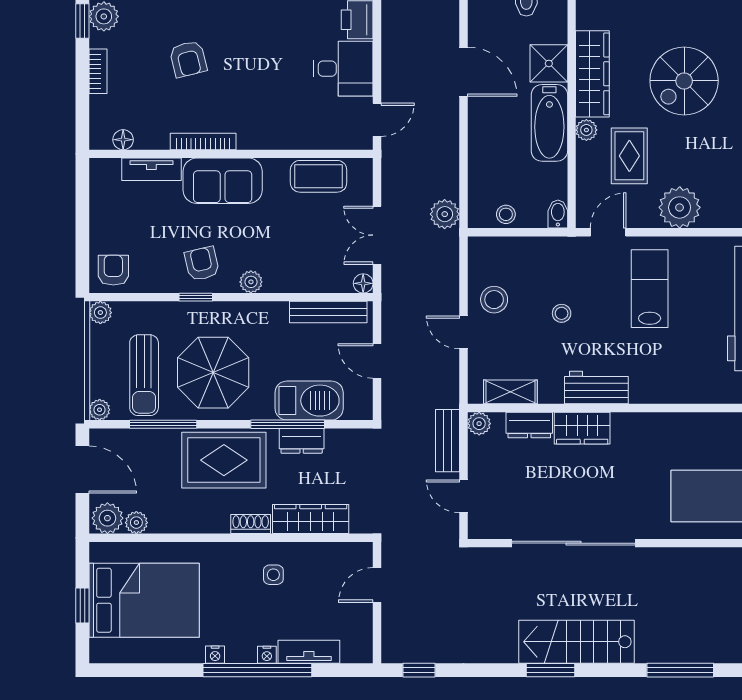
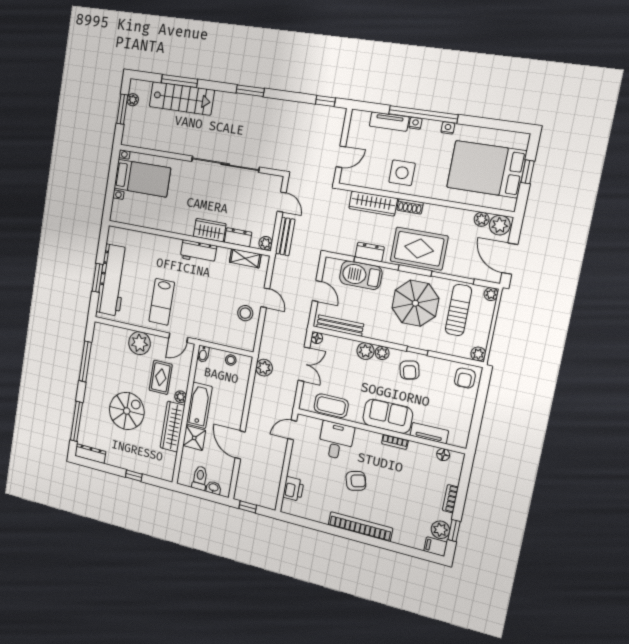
armchair: (188, 59) -> (356, 481), moved, turned 89
desk: (343, 69) -> (336, 440), moved, turned 90
bookcase: (203, 141) -> (395, 442), width x0.64
plant: (278, 279) -> (366, 351), added
stool: (562, 313) -> (210, 298), removed
side table: (273, 575) -> (402, 173), width x1.87, depth x1.87
stairs: (576, 642) -> (182, 98), moved

